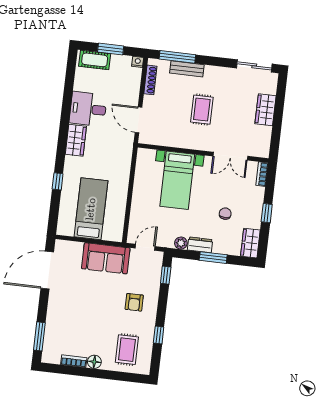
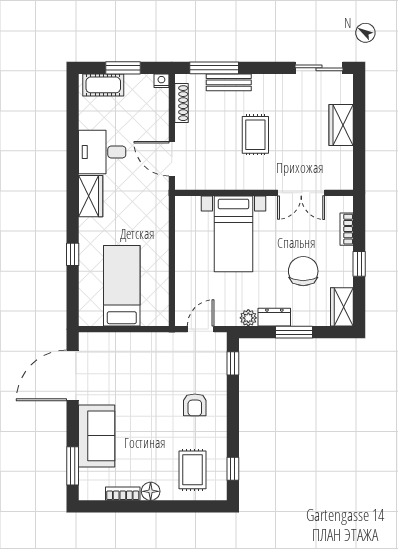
bookcase: (262, 174) -> (347, 229), moved
chair: (225, 214) -> (303, 271), width x1.87, depth x1.87
sofa: (106, 258) -> (97, 436), moved, turned -90
window: (159, 335) -> (233, 469), moved

